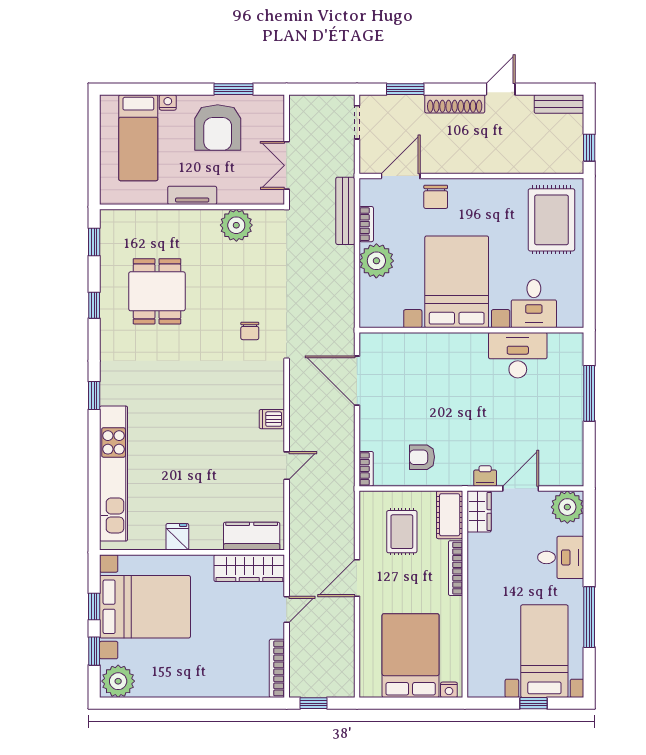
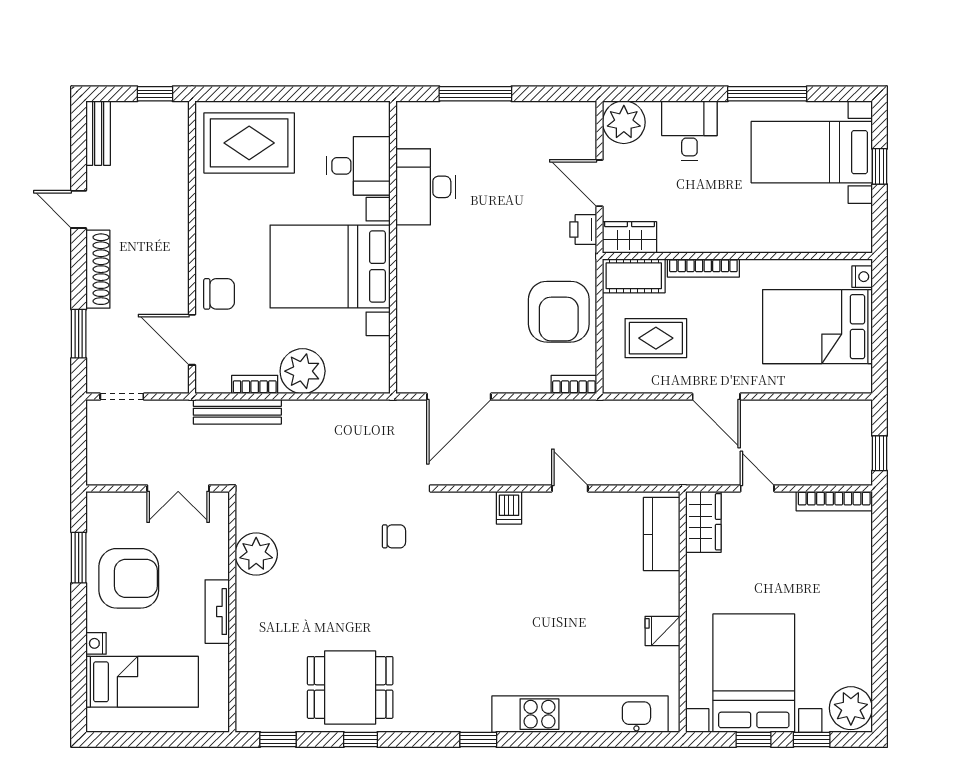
dining table: (157, 291) -> (350, 687), moved
armchair: (422, 457) -> (559, 312), width x1.88, depth x1.88
wardrobe: (249, 568) -> (703, 522), width x0.67

